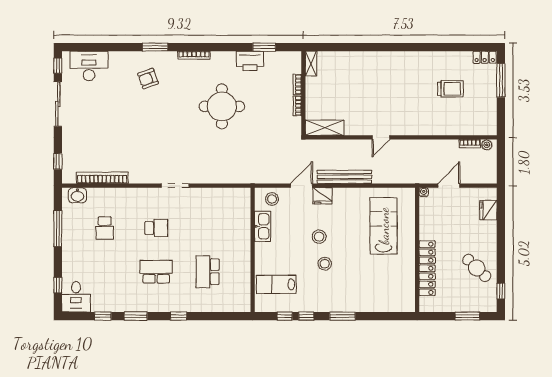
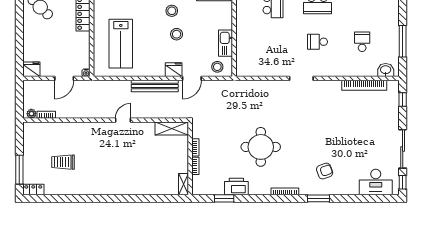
fridge: (488, 210) -> (31, 69), moved, turned -90

